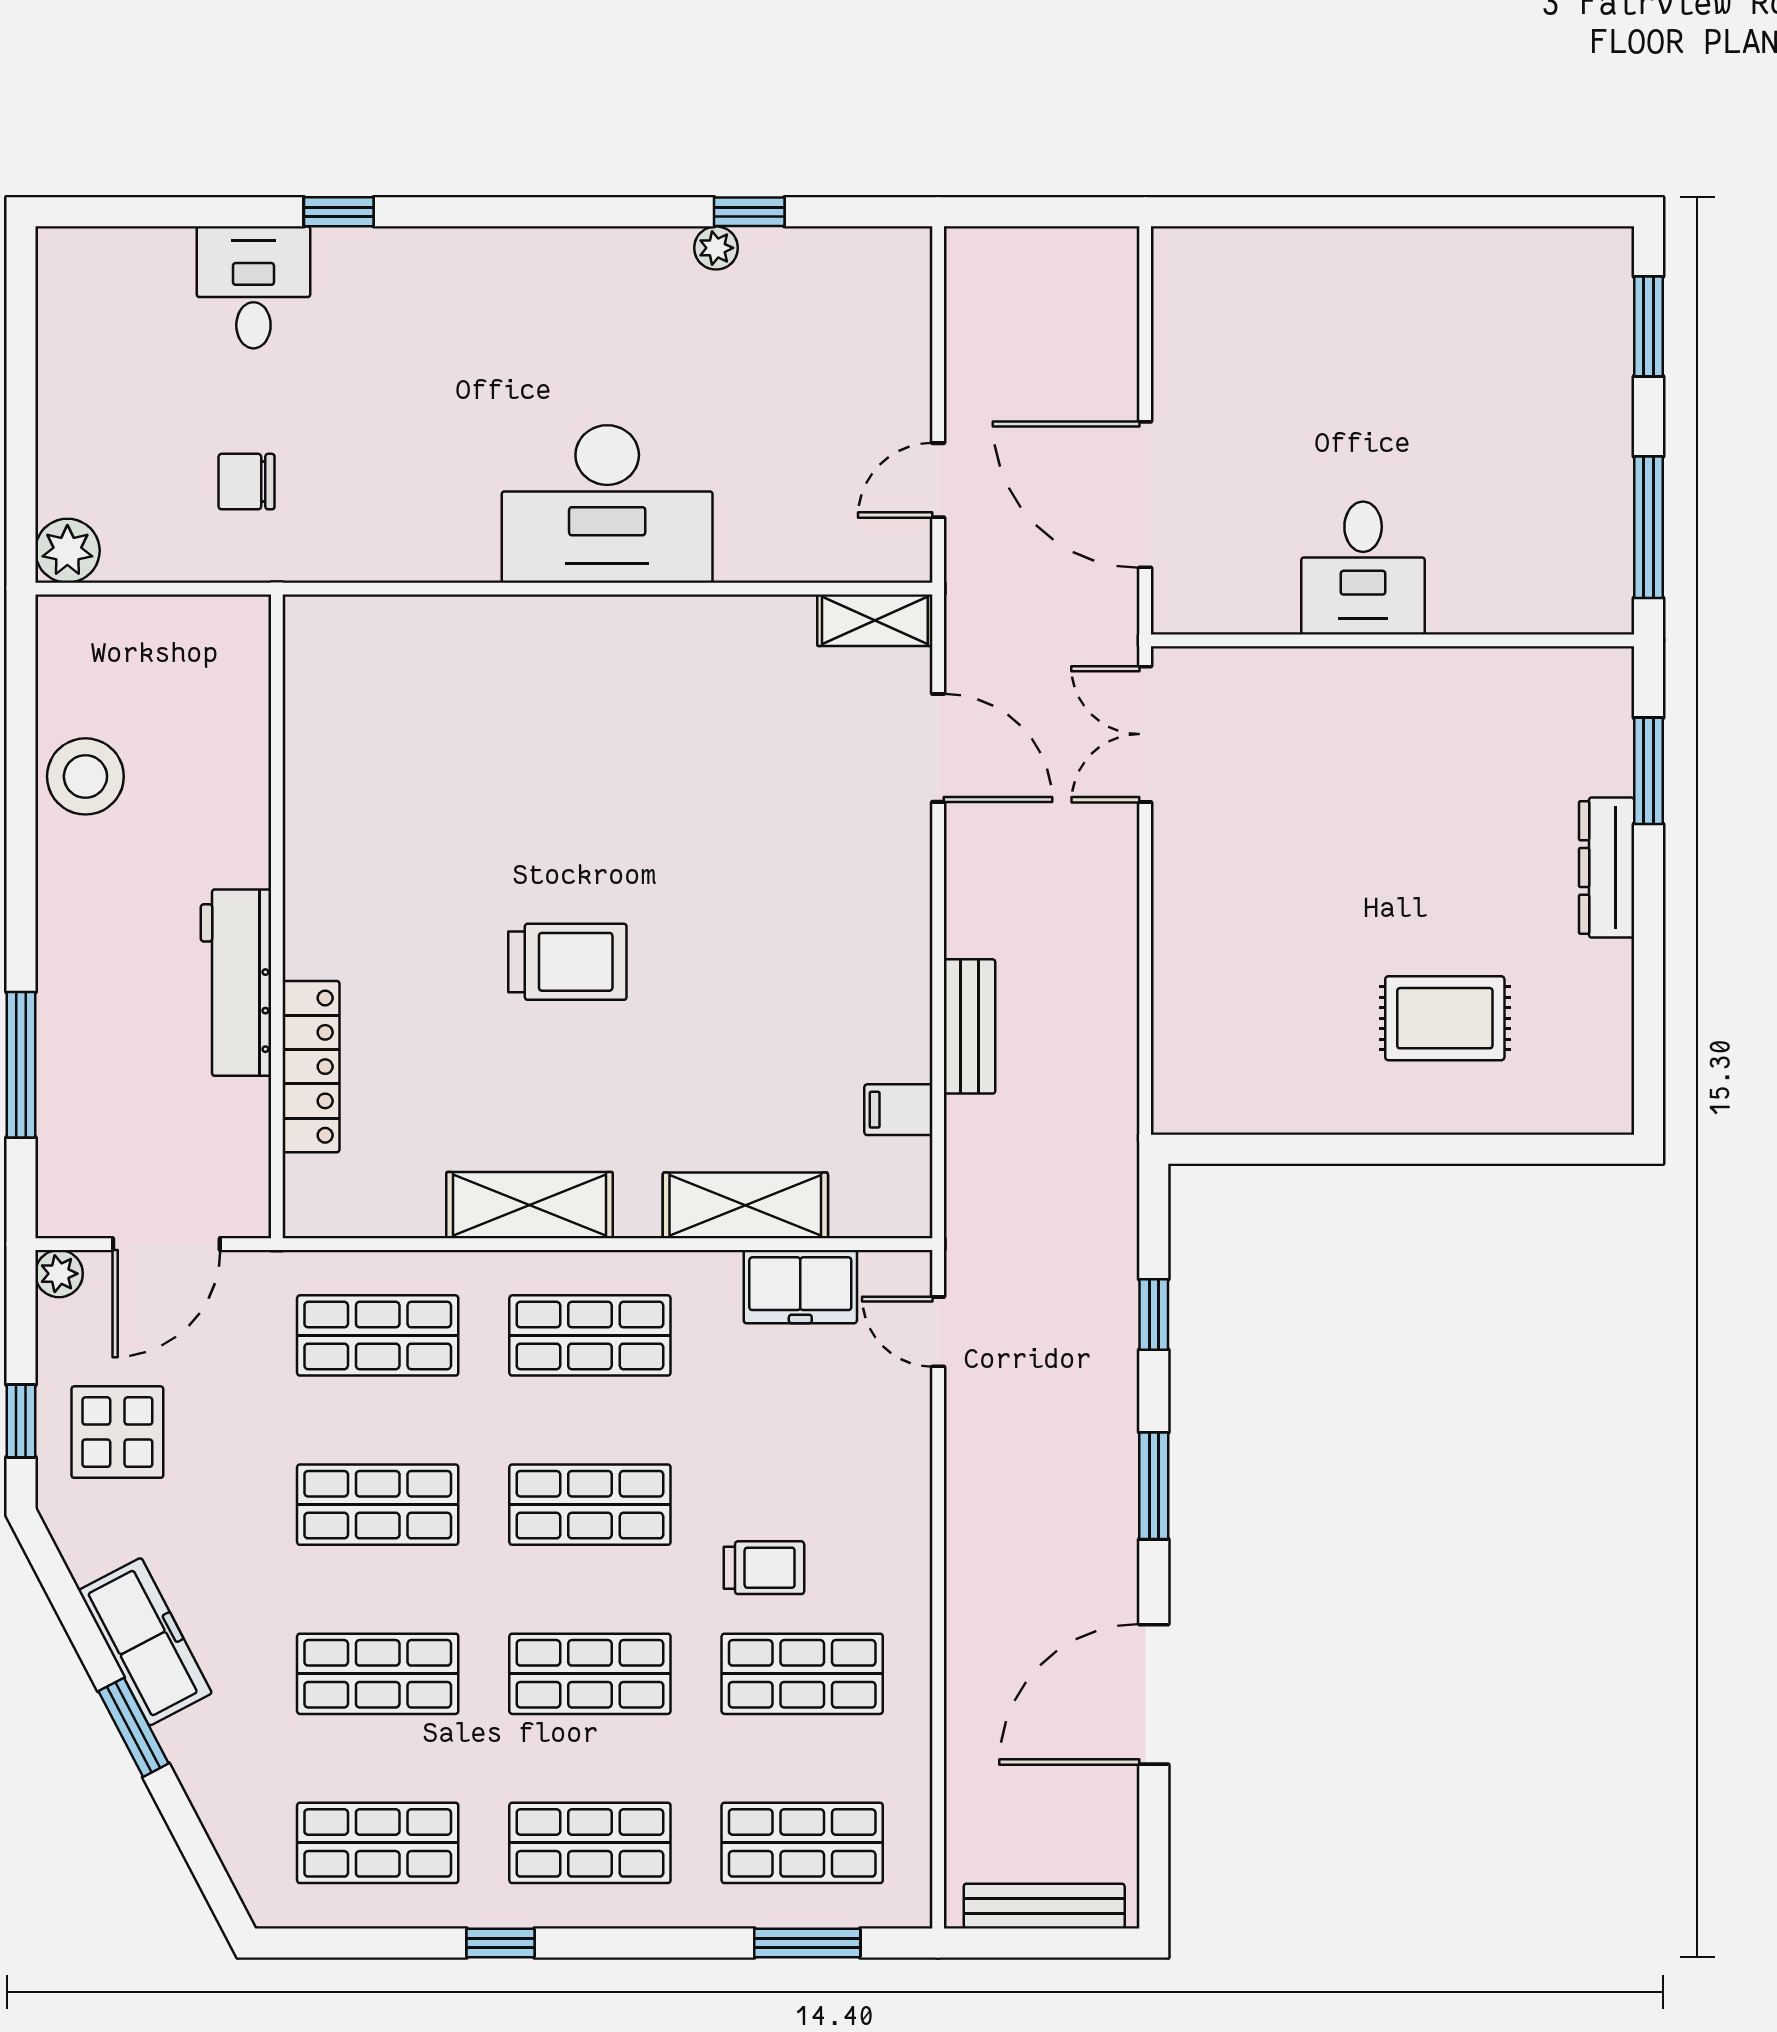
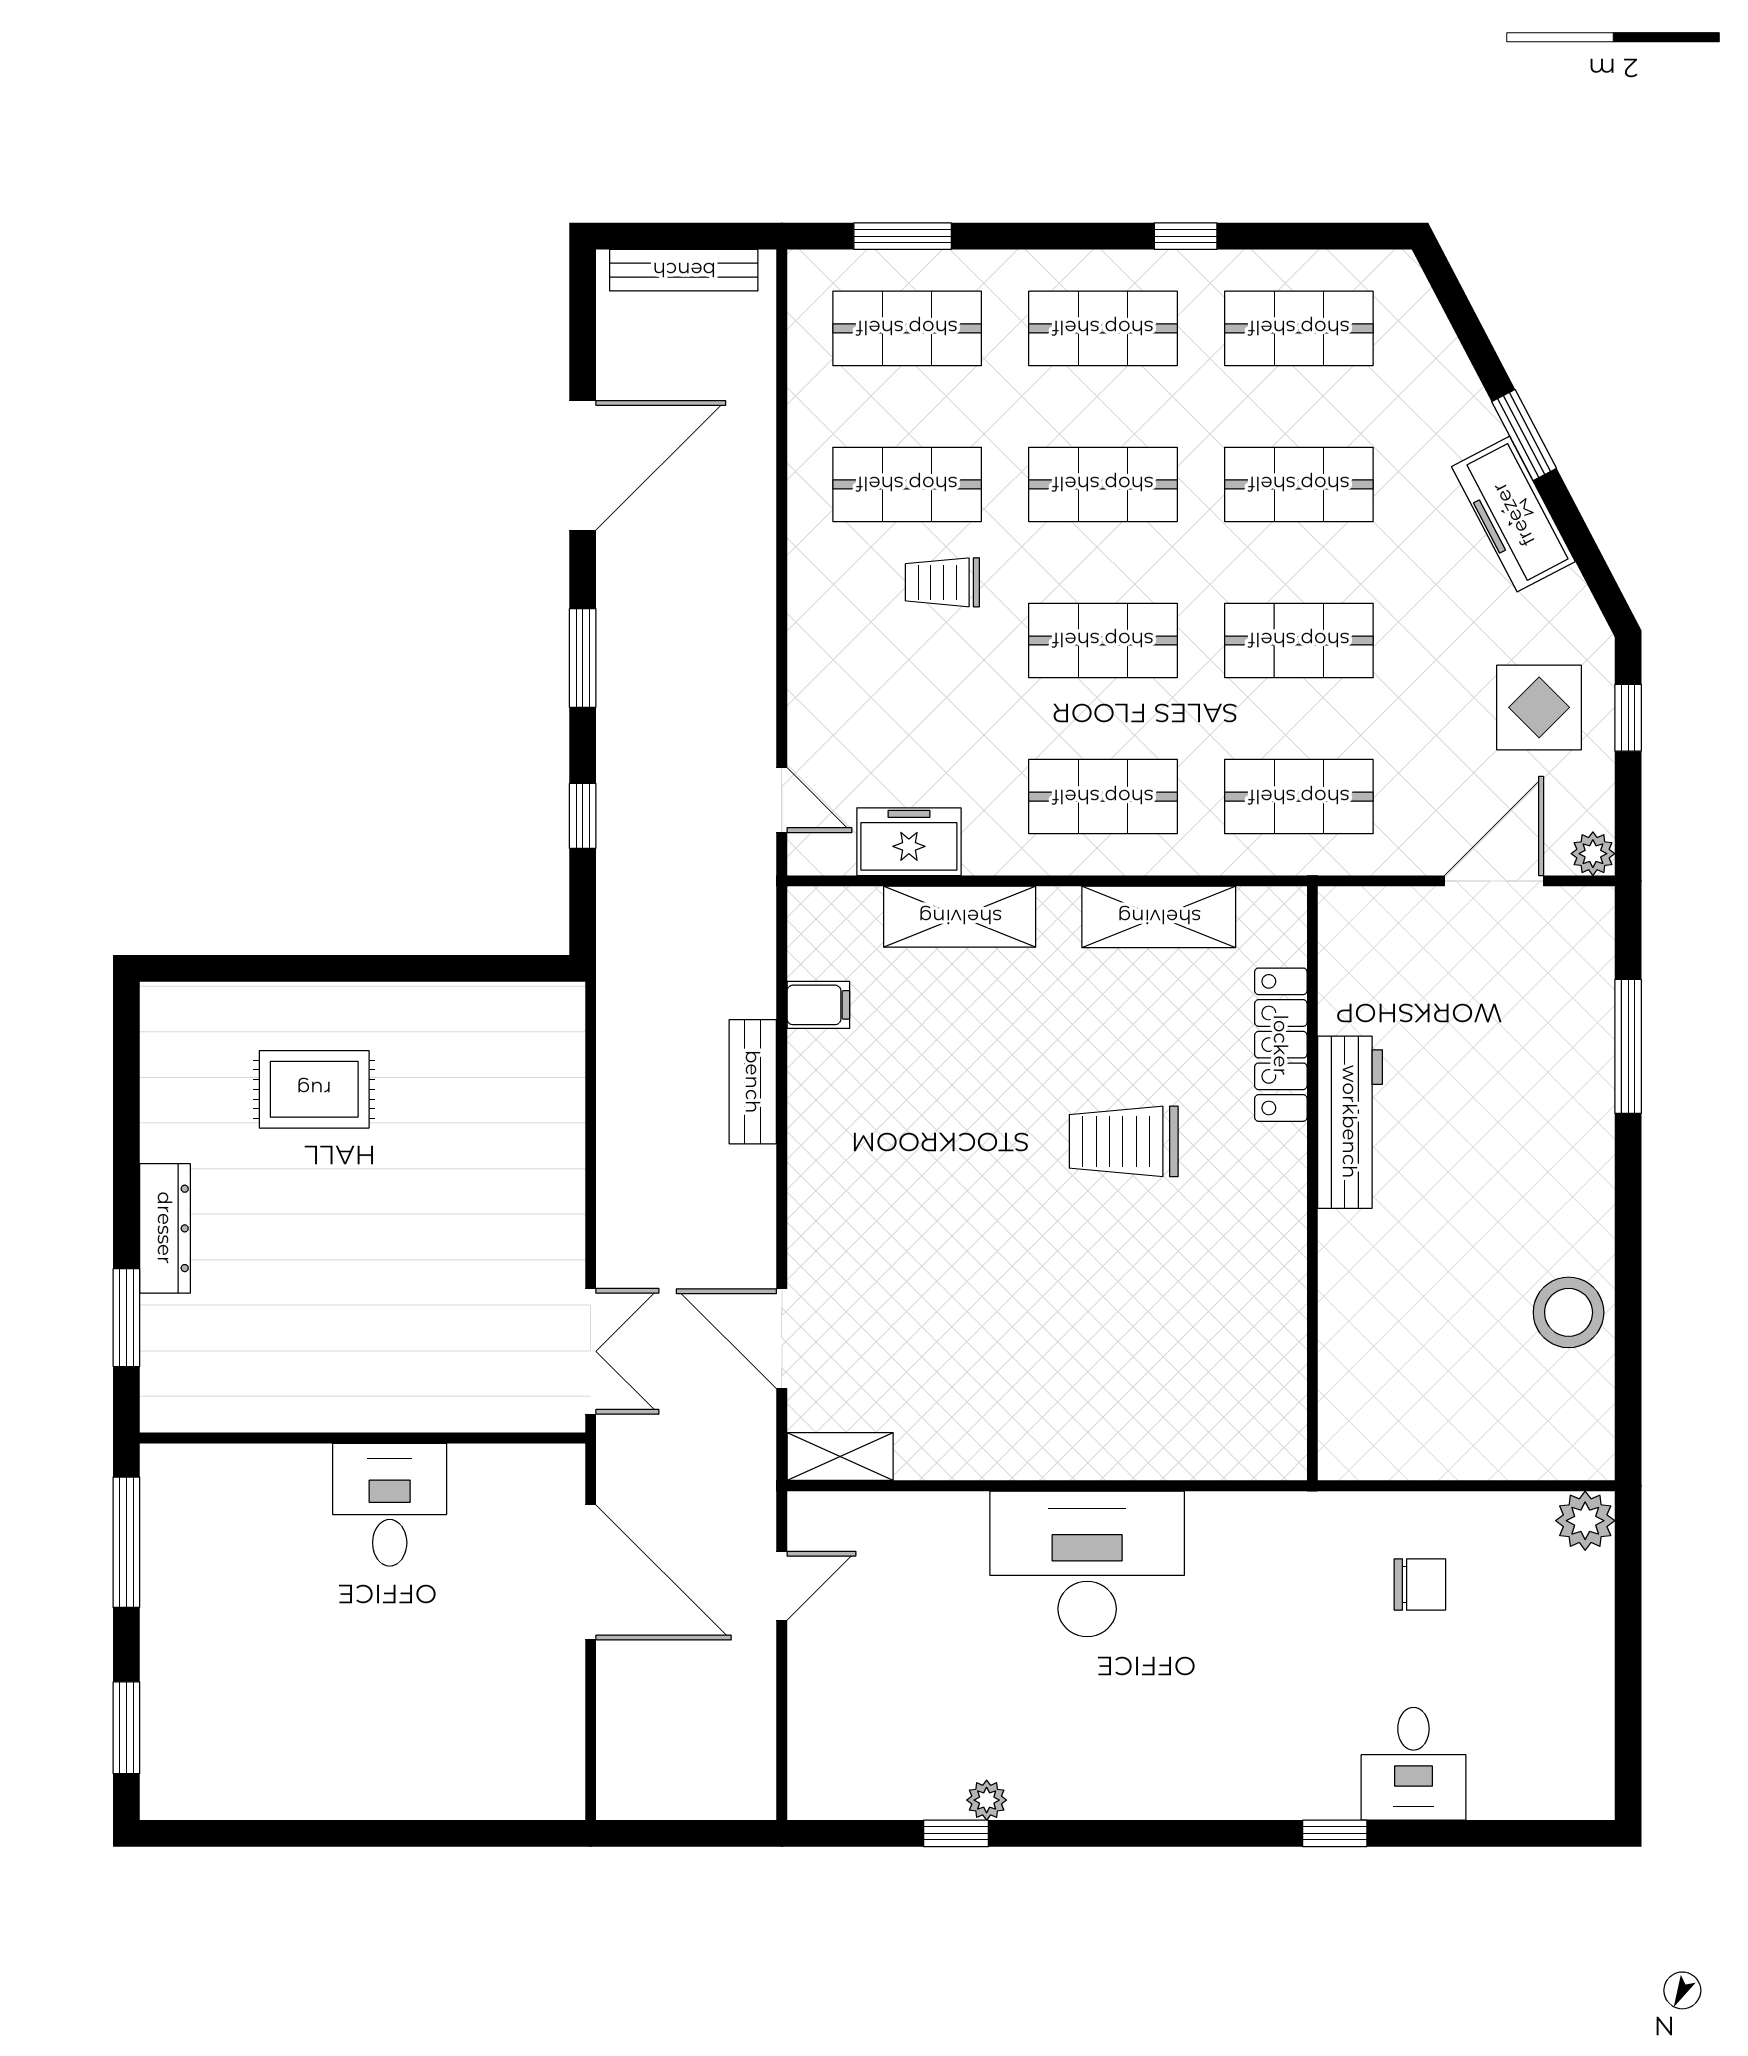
wall: (277, 916) -> (1312, 1183), moved
workbench: (236, 983) -> (1350, 1122), moved
locker: (311, 1067) -> (1281, 1045), moved

